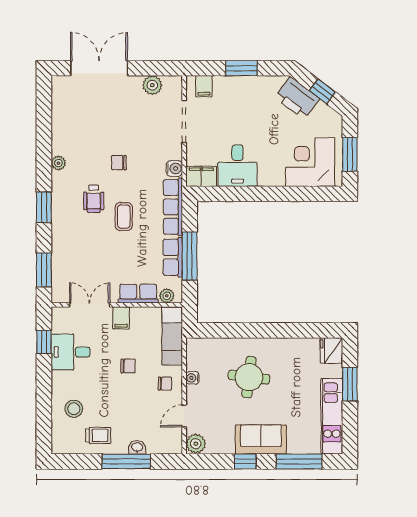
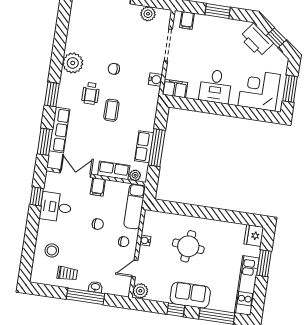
plant: (58, 163) -> (73, 63), width x1.87, depth x1.87
desk: (238, 166) -> (215, 86), moved
row of seats: (173, 207) -> (59, 130), moved, turned 180

